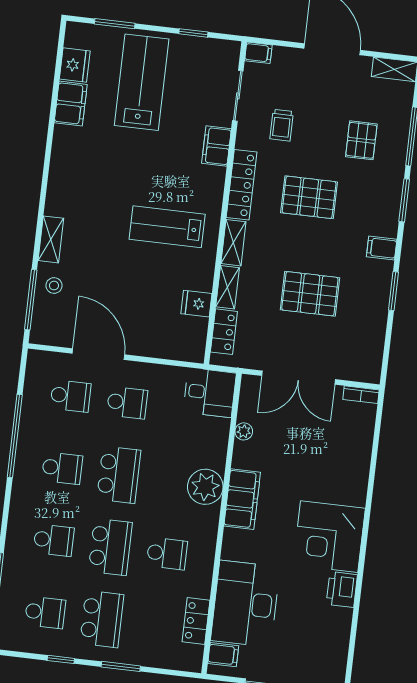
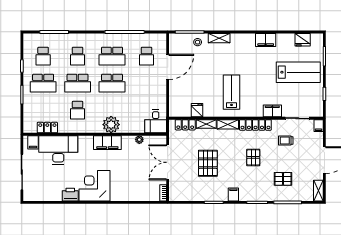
filing cabinet: (71, 104) -> (266, 40), moved
pallet: (309, 197) -> (253, 157), width x0.67, depth x0.71
school desk: (127, 403) -> (146, 83), removed
school desk: (62, 468) -> (112, 56), width x1.85

